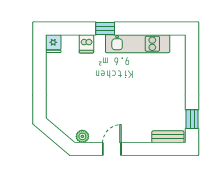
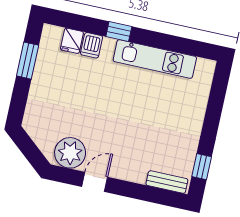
fridge: (53, 44) -> (72, 41), moved
window: (40, 67) -> (28, 61), added
plant: (82, 136) -> (70, 153), width x1.88, depth x1.88

